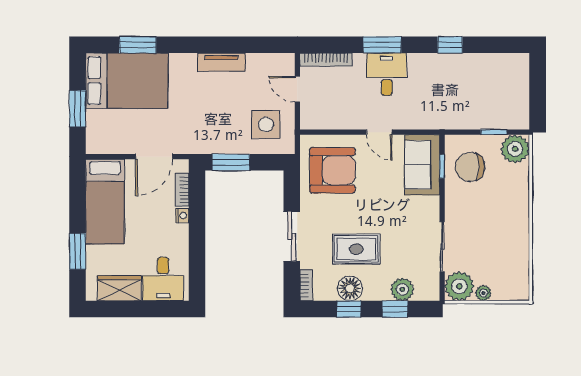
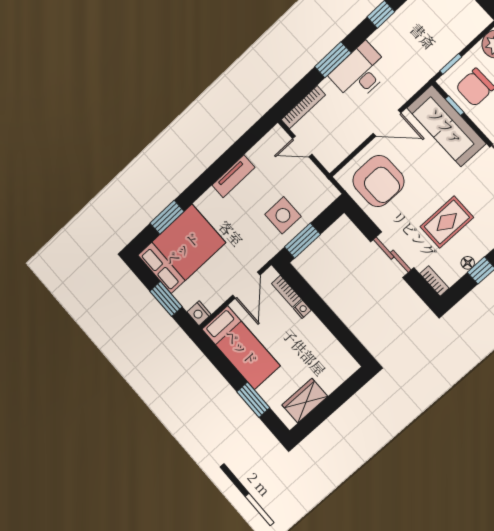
desk: (387, 74) -> (360, 73), width x1.37
side table: (266, 124) -> (283, 215), moved
door: (379, 132) -> (387, 123), width x1.38
window: (494, 132) -> (451, 64), moved
nightstand: (95, 144) -> (199, 313), added
sofa: (422, 165) -> (446, 126), width x1.36
armchair: (332, 170) -> (378, 181), turned 90
desk: (163, 279) -> (329, 367), removed
floor lamp: (350, 288) -> (468, 263), width x0.53, depth x0.53

